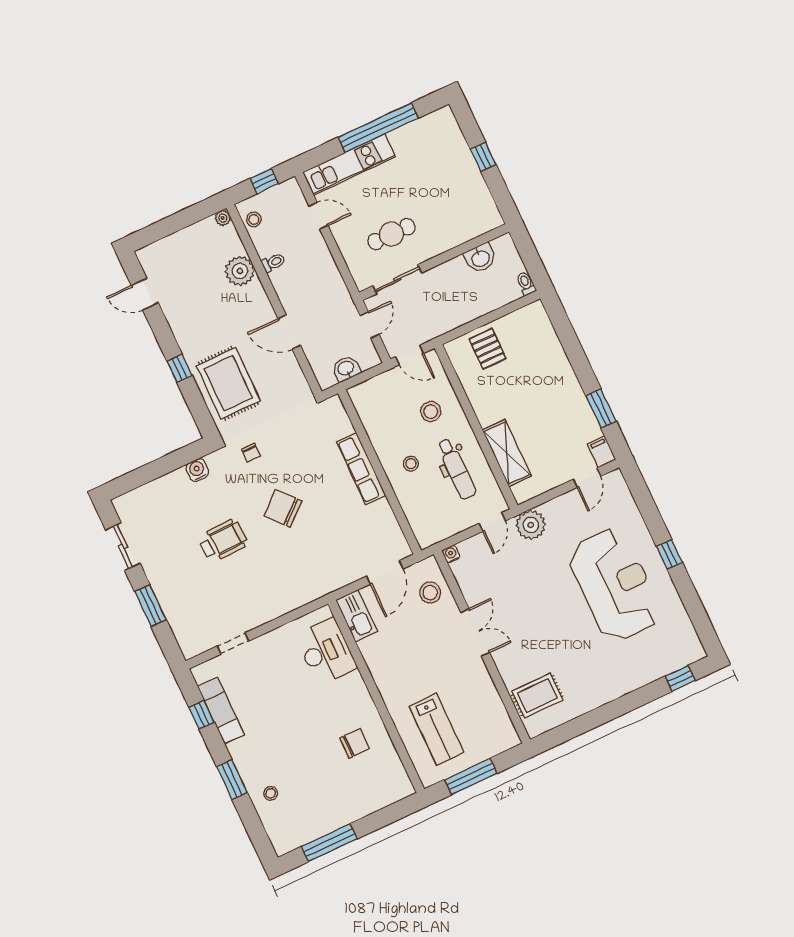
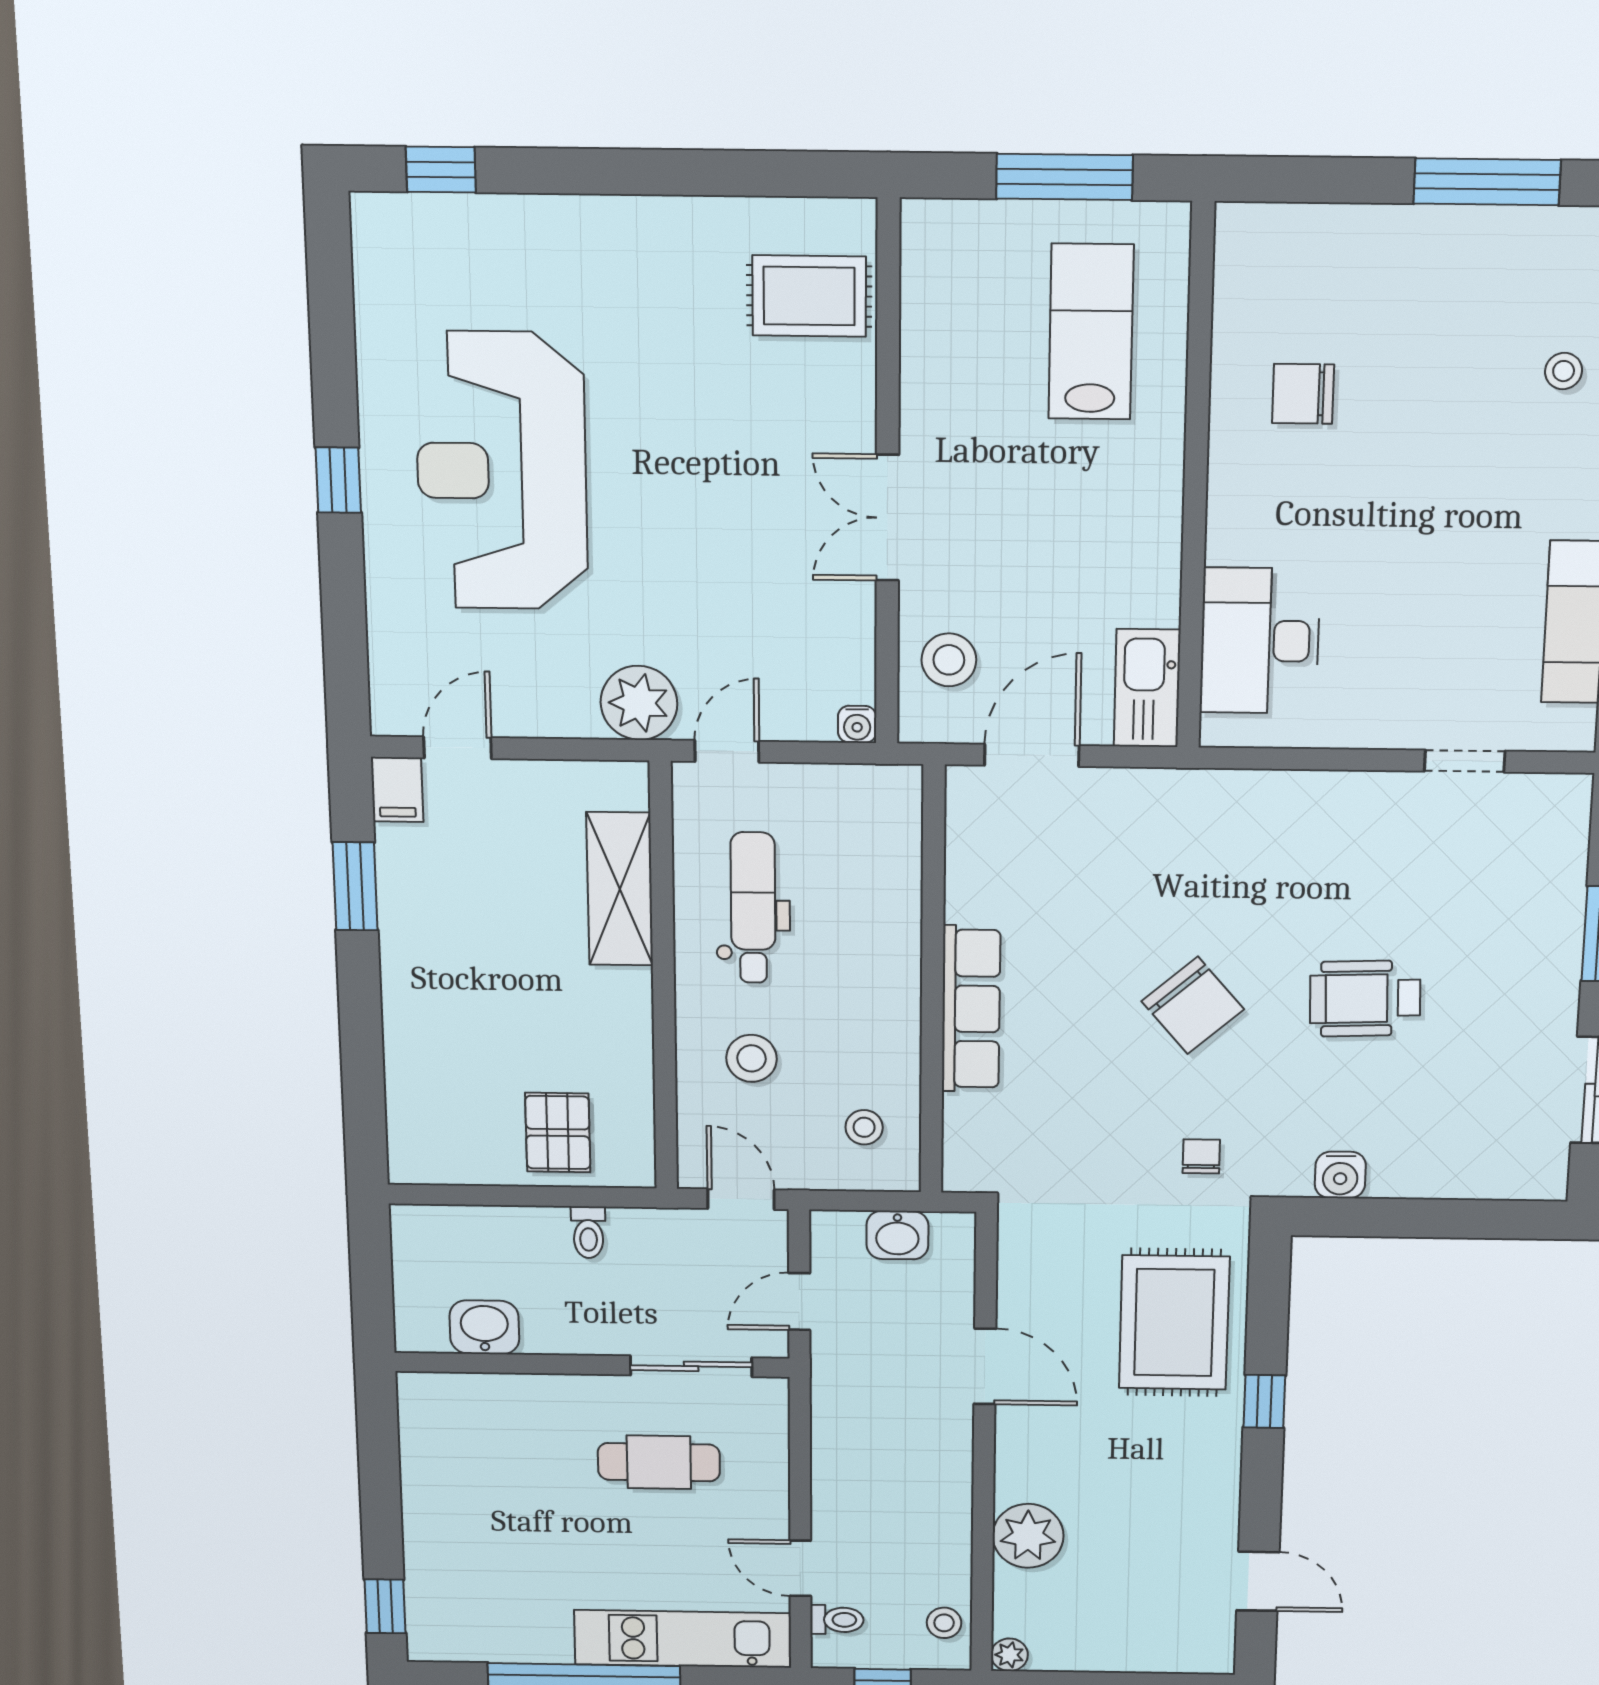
window: (483, 157) -> (385, 1606), moved
toilet: (273, 262) -> (837, 1620), moved, turned 180
toilet: (526, 284) -> (588, 1232), moved
stool: (411, 464) -> (864, 1127), moved

